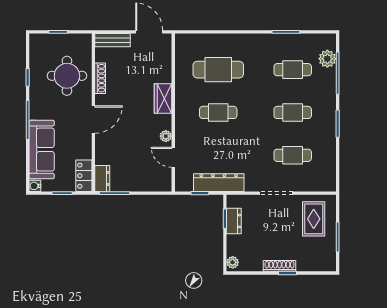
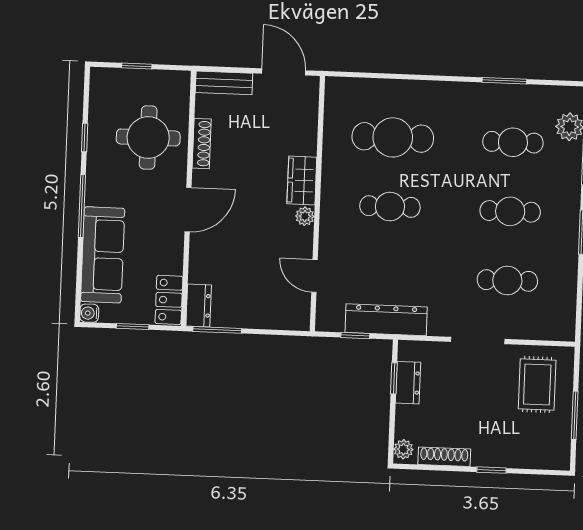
plant: (166, 136) -> (305, 216), moved
shoe rack: (279, 266) -> (444, 457), moved

